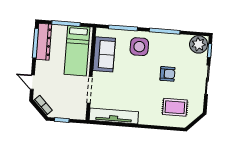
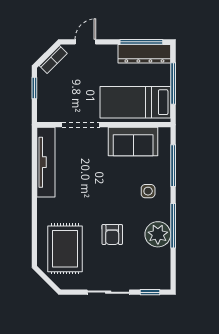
plant: (199, 44) -> (158, 234), moved
side table: (139, 47) -> (148, 191), width x0.54, depth x0.54
rug: (175, 107) -> (65, 249), width x1.36, depth x1.43

